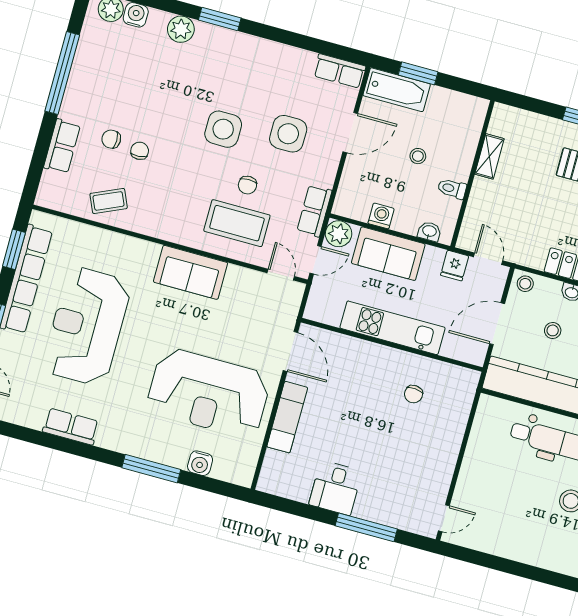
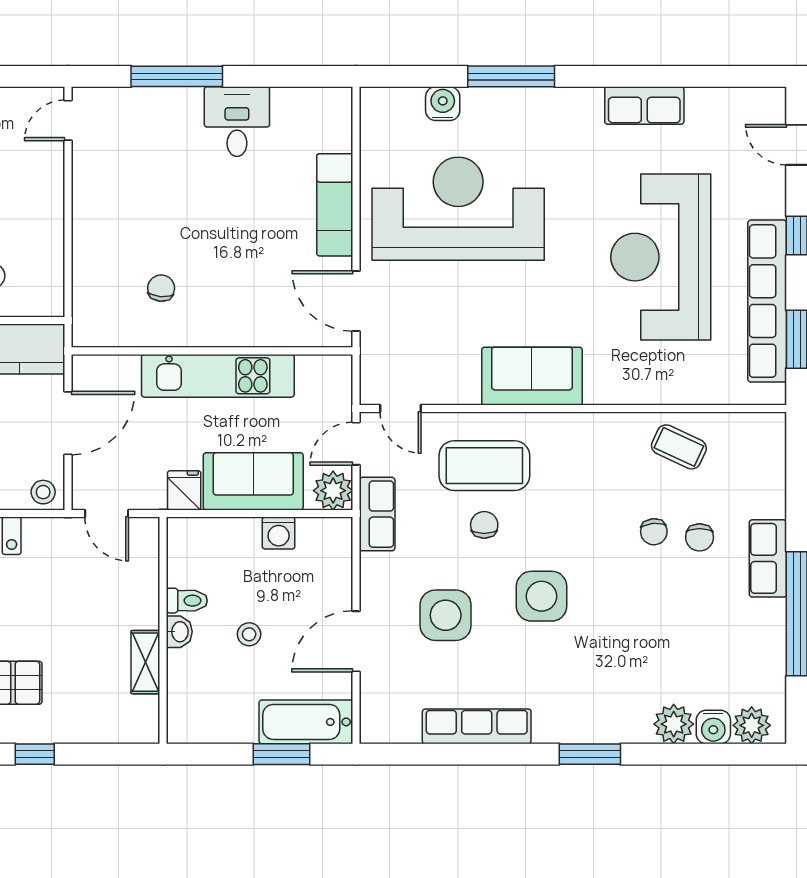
plant: (181, 29) -> (674, 724), moved
row of seats: (339, 71) -> (477, 726), moved, width x1.48
chair: (111, 139) -> (700, 537), turned 90
row of seats: (62, 146) -> (768, 558), moved
coffee table: (109, 201) -> (679, 447), turned 49
washbasin: (429, 231) -> (179, 632), moved, turned -90
fridge: (455, 266) -> (184, 490), moved
reception desk: (87, 326) -> (661, 257), turned 180

